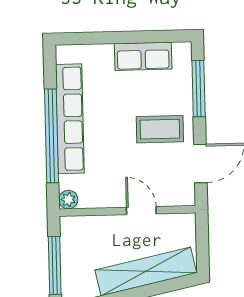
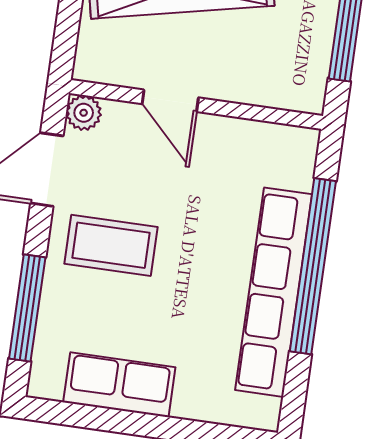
plant: (68, 200) -> (84, 113), moved

